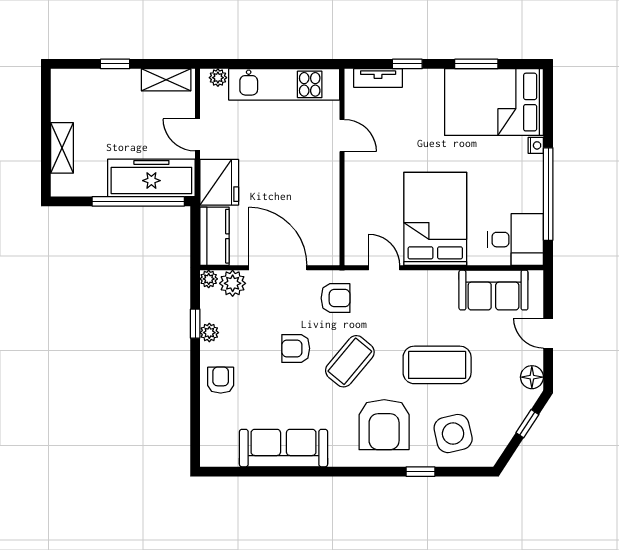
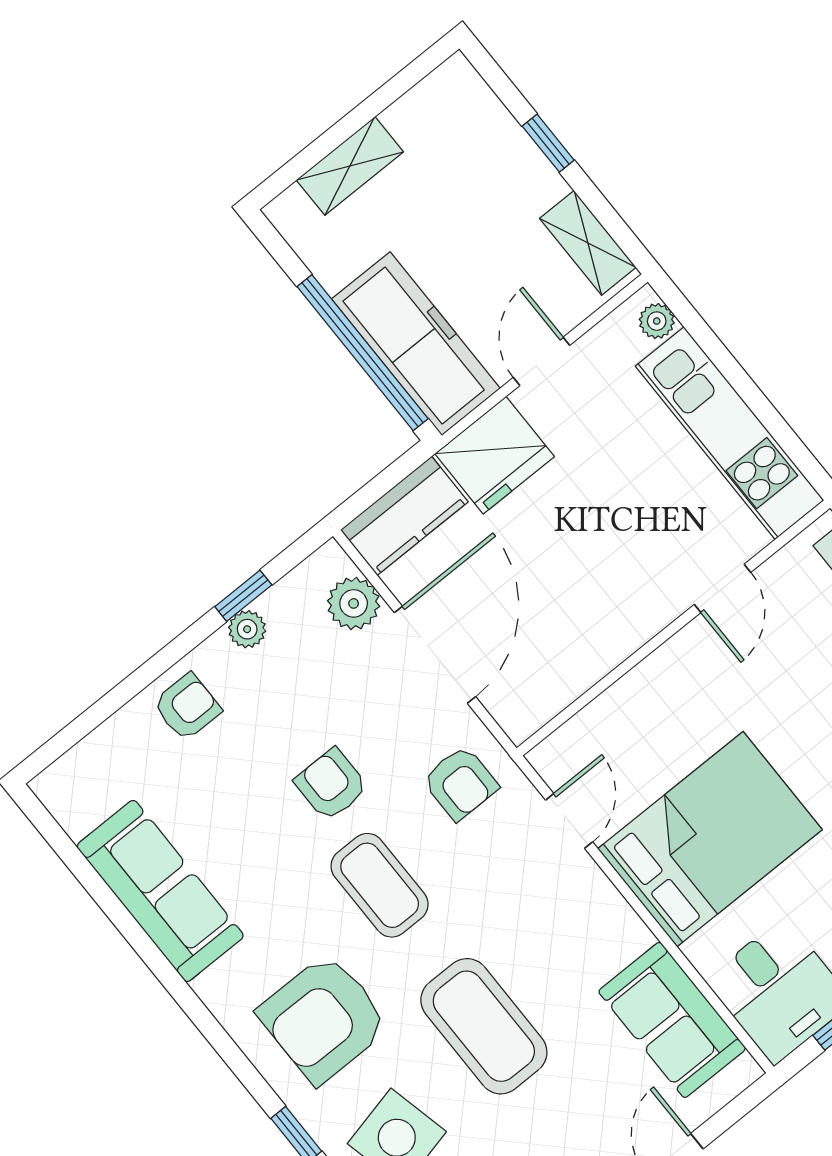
plant: (209, 279) -> (330, 561), removed
coffee table: (350, 361) -> (380, 885), turned 50

